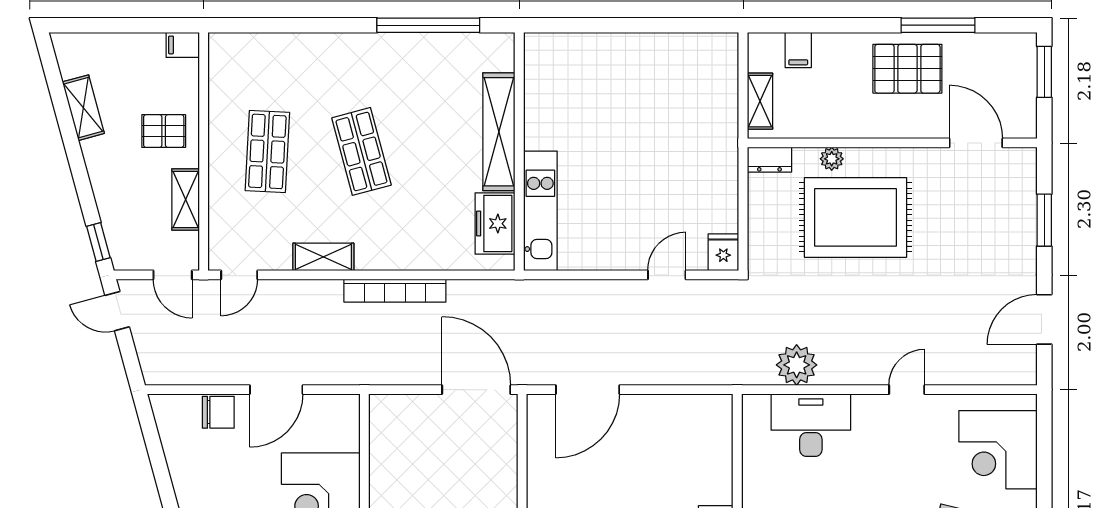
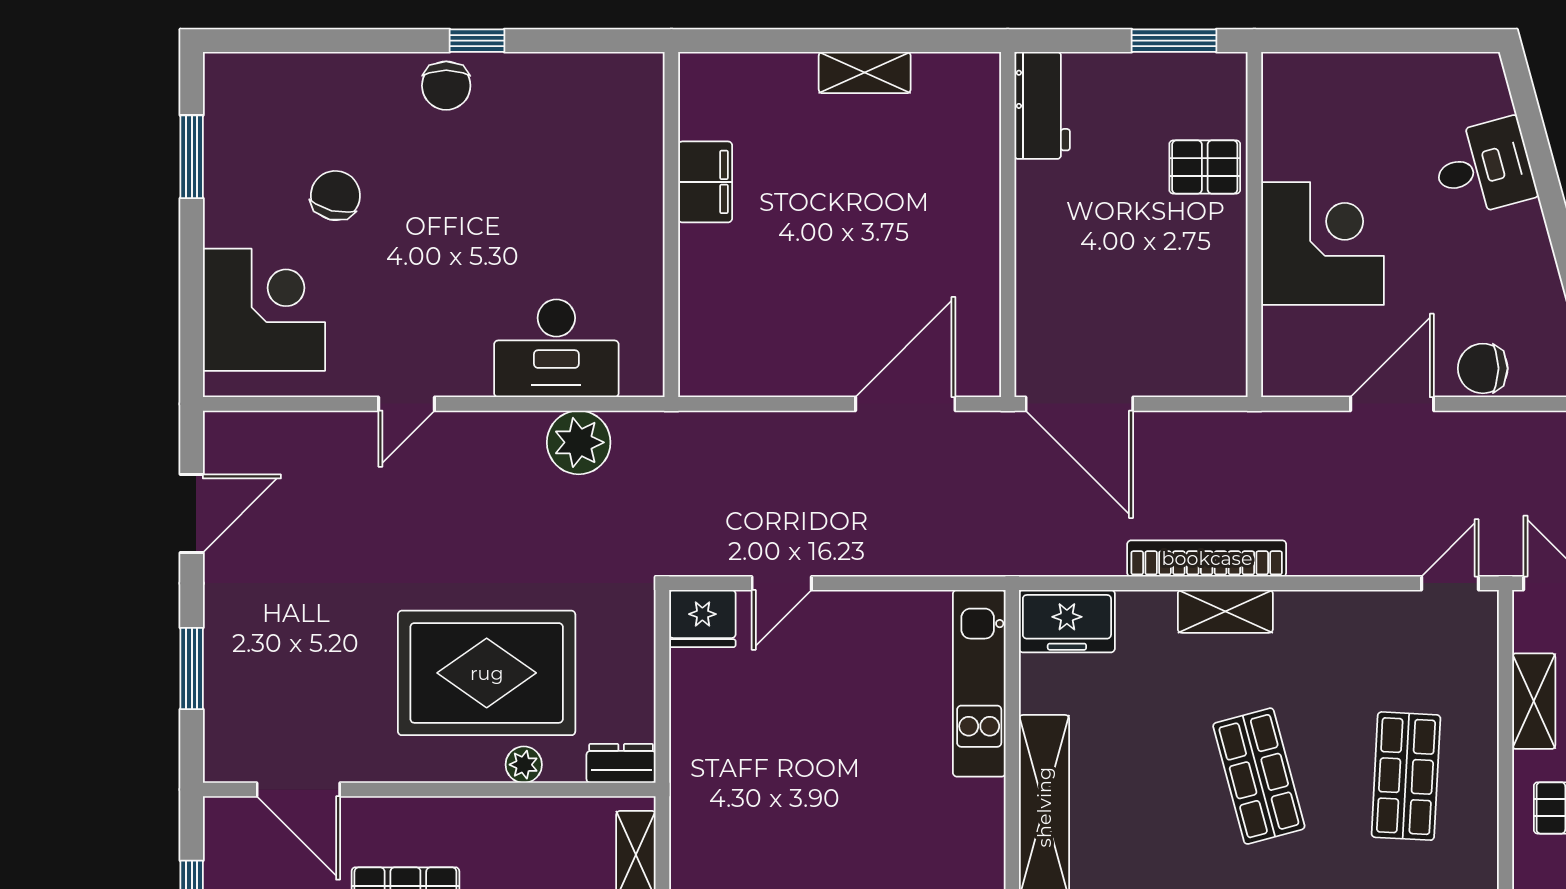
freezer: (495, 224) -> (1067, 621), moved, turned 90
fridge: (723, 252) -> (702, 619), width x1.38
shelving: (323, 257) -> (1225, 611), moved

